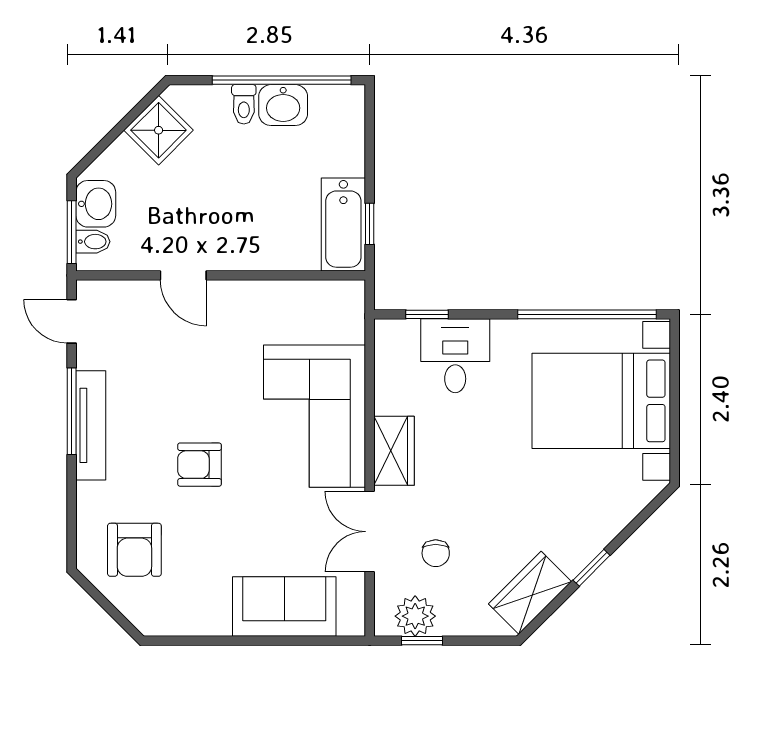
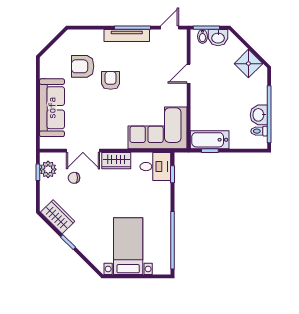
toilet: (244, 104) -> (259, 131), moved
desk: (455, 356) -> (155, 167), moved
bed with nightstands: (601, 401) -> (128, 246), width x0.73
corner sofa: (315, 416) -> (157, 128), moved
double door: (370, 532) -> (83, 151), swing flipped
armchair: (134, 550) -> (83, 66), moved
sofa: (284, 607) -> (52, 108), width x1.36

